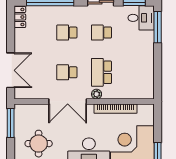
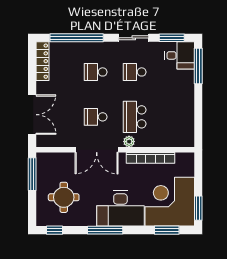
locker: (20, 17) -> (43, 61), width x1.53

